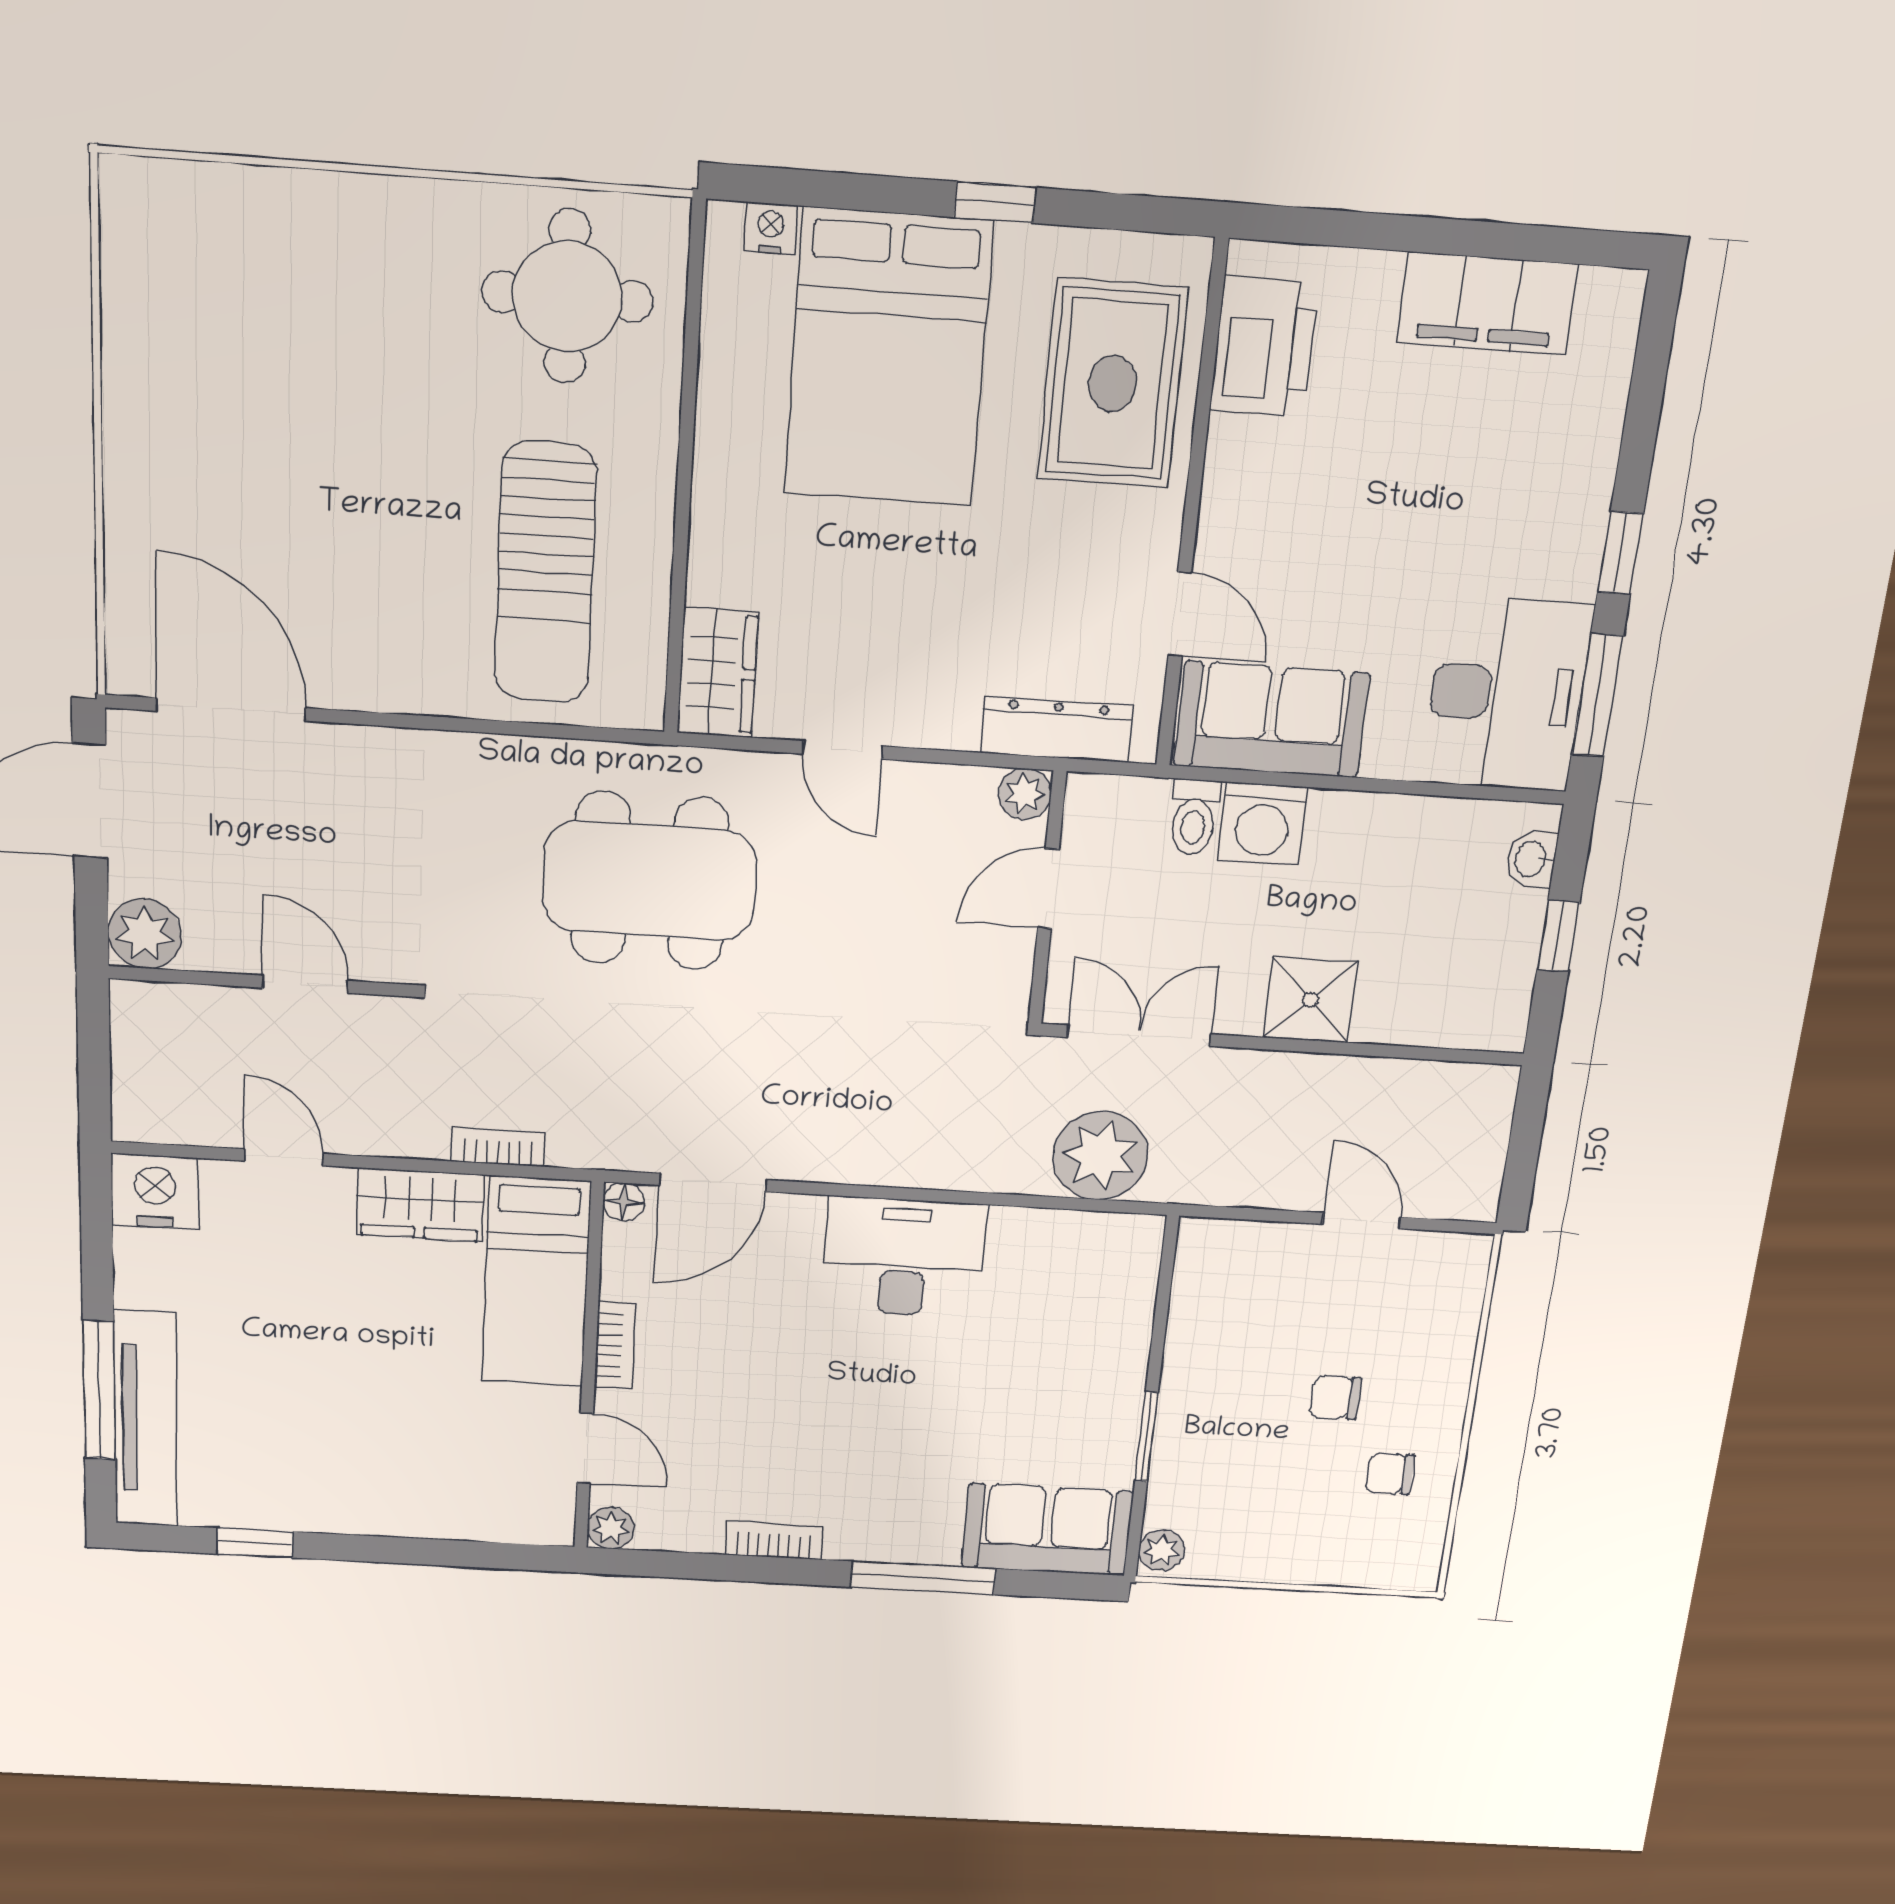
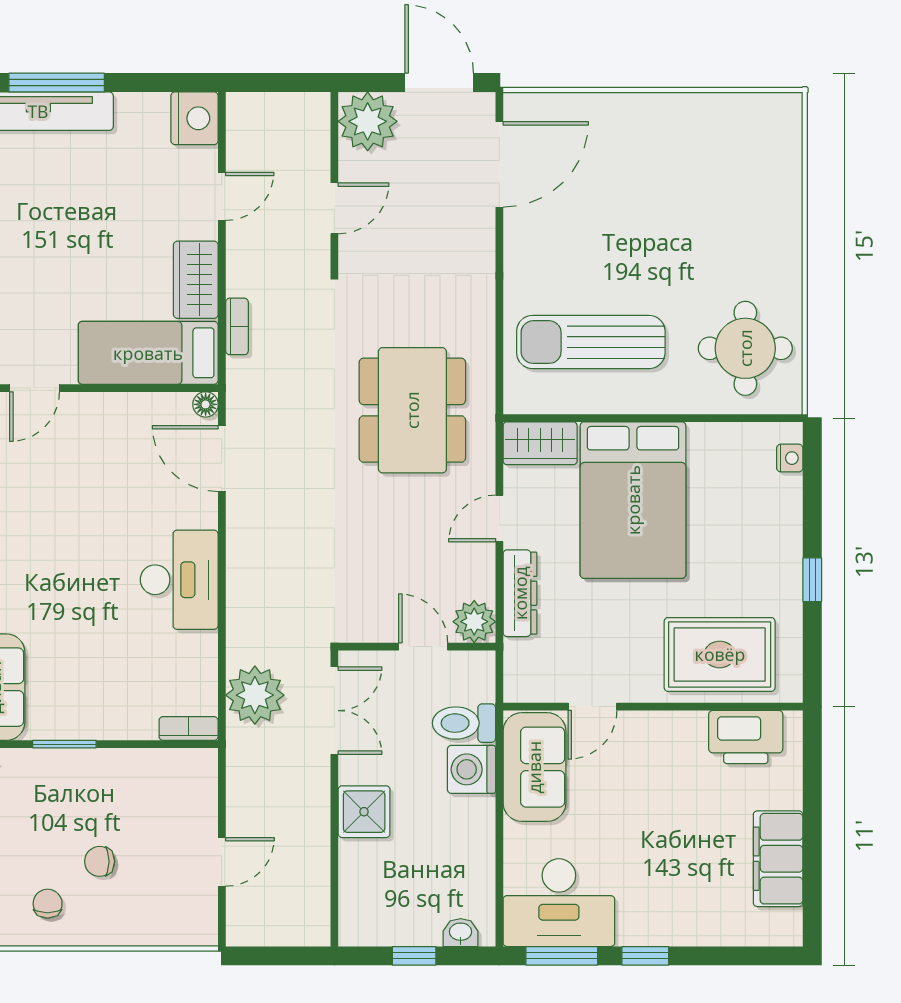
bed: (888, 358) -> (633, 500), moved, turned -90
dresser: (1057, 729) -> (520, 593), moved
plant: (1025, 794) -> (474, 622), width x1.38, depth x1.38
toilet: (1194, 817) -> (464, 723), width x1.37, depth x1.39
plant: (145, 934) -> (368, 121), width x1.36, depth x1.36
bookcase: (615, 1346) -> (189, 729), moved, turned 180
chair: (1336, 1397) -> (100, 861), turned -90

